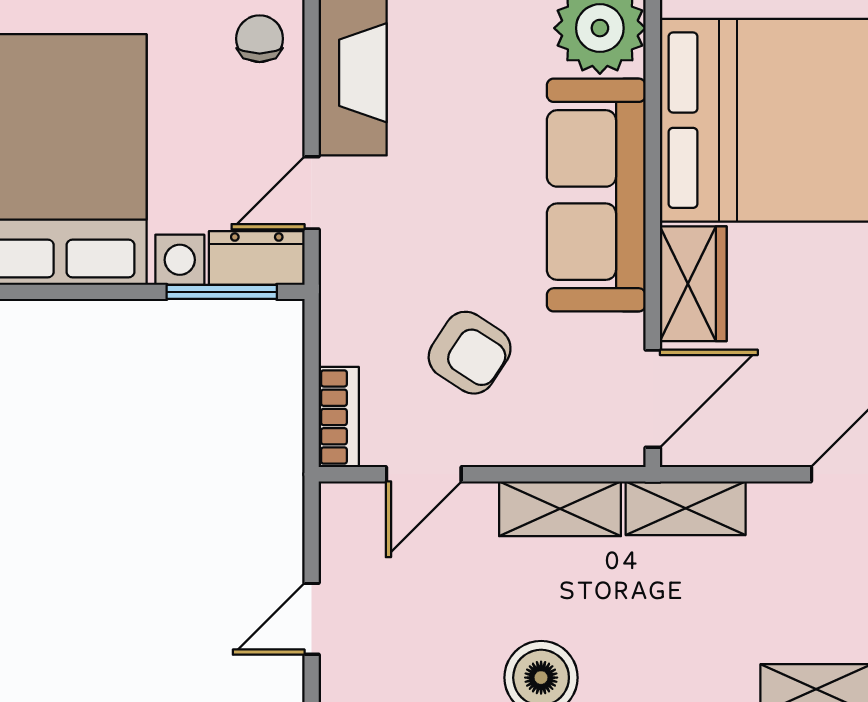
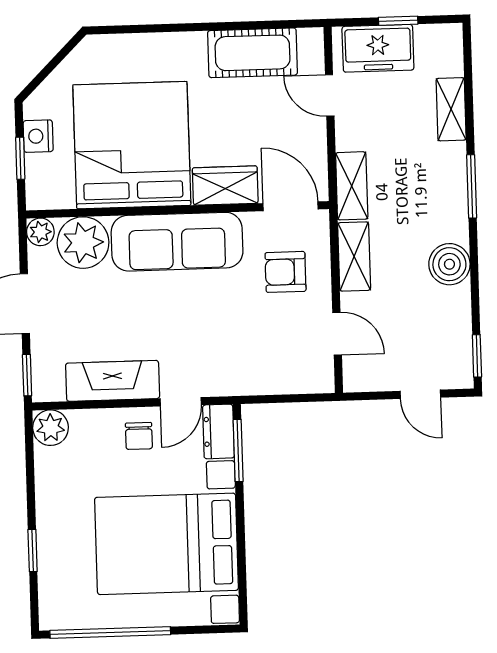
chair: (260, 39) -> (139, 436), moved, turned -90
door: (312, 193) -> (181, 402), hinge flipped
armchair: (470, 353) -> (286, 272), moved, turned -123
bookcase: (339, 417) -> (306, 383), removed

